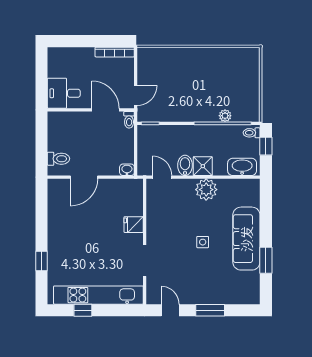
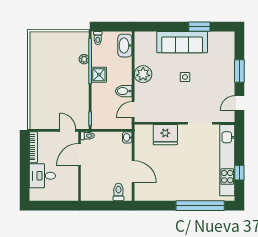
desk: (64, 93) -> (42, 176), moved, turned 90
window: (266, 146) -> (108, 27), removed
shower: (203, 166) -> (99, 75), moved
fridge: (134, 225) -> (165, 135), width x1.88, depth x1.34
window: (42, 261) -> (200, 206), width x3.17

